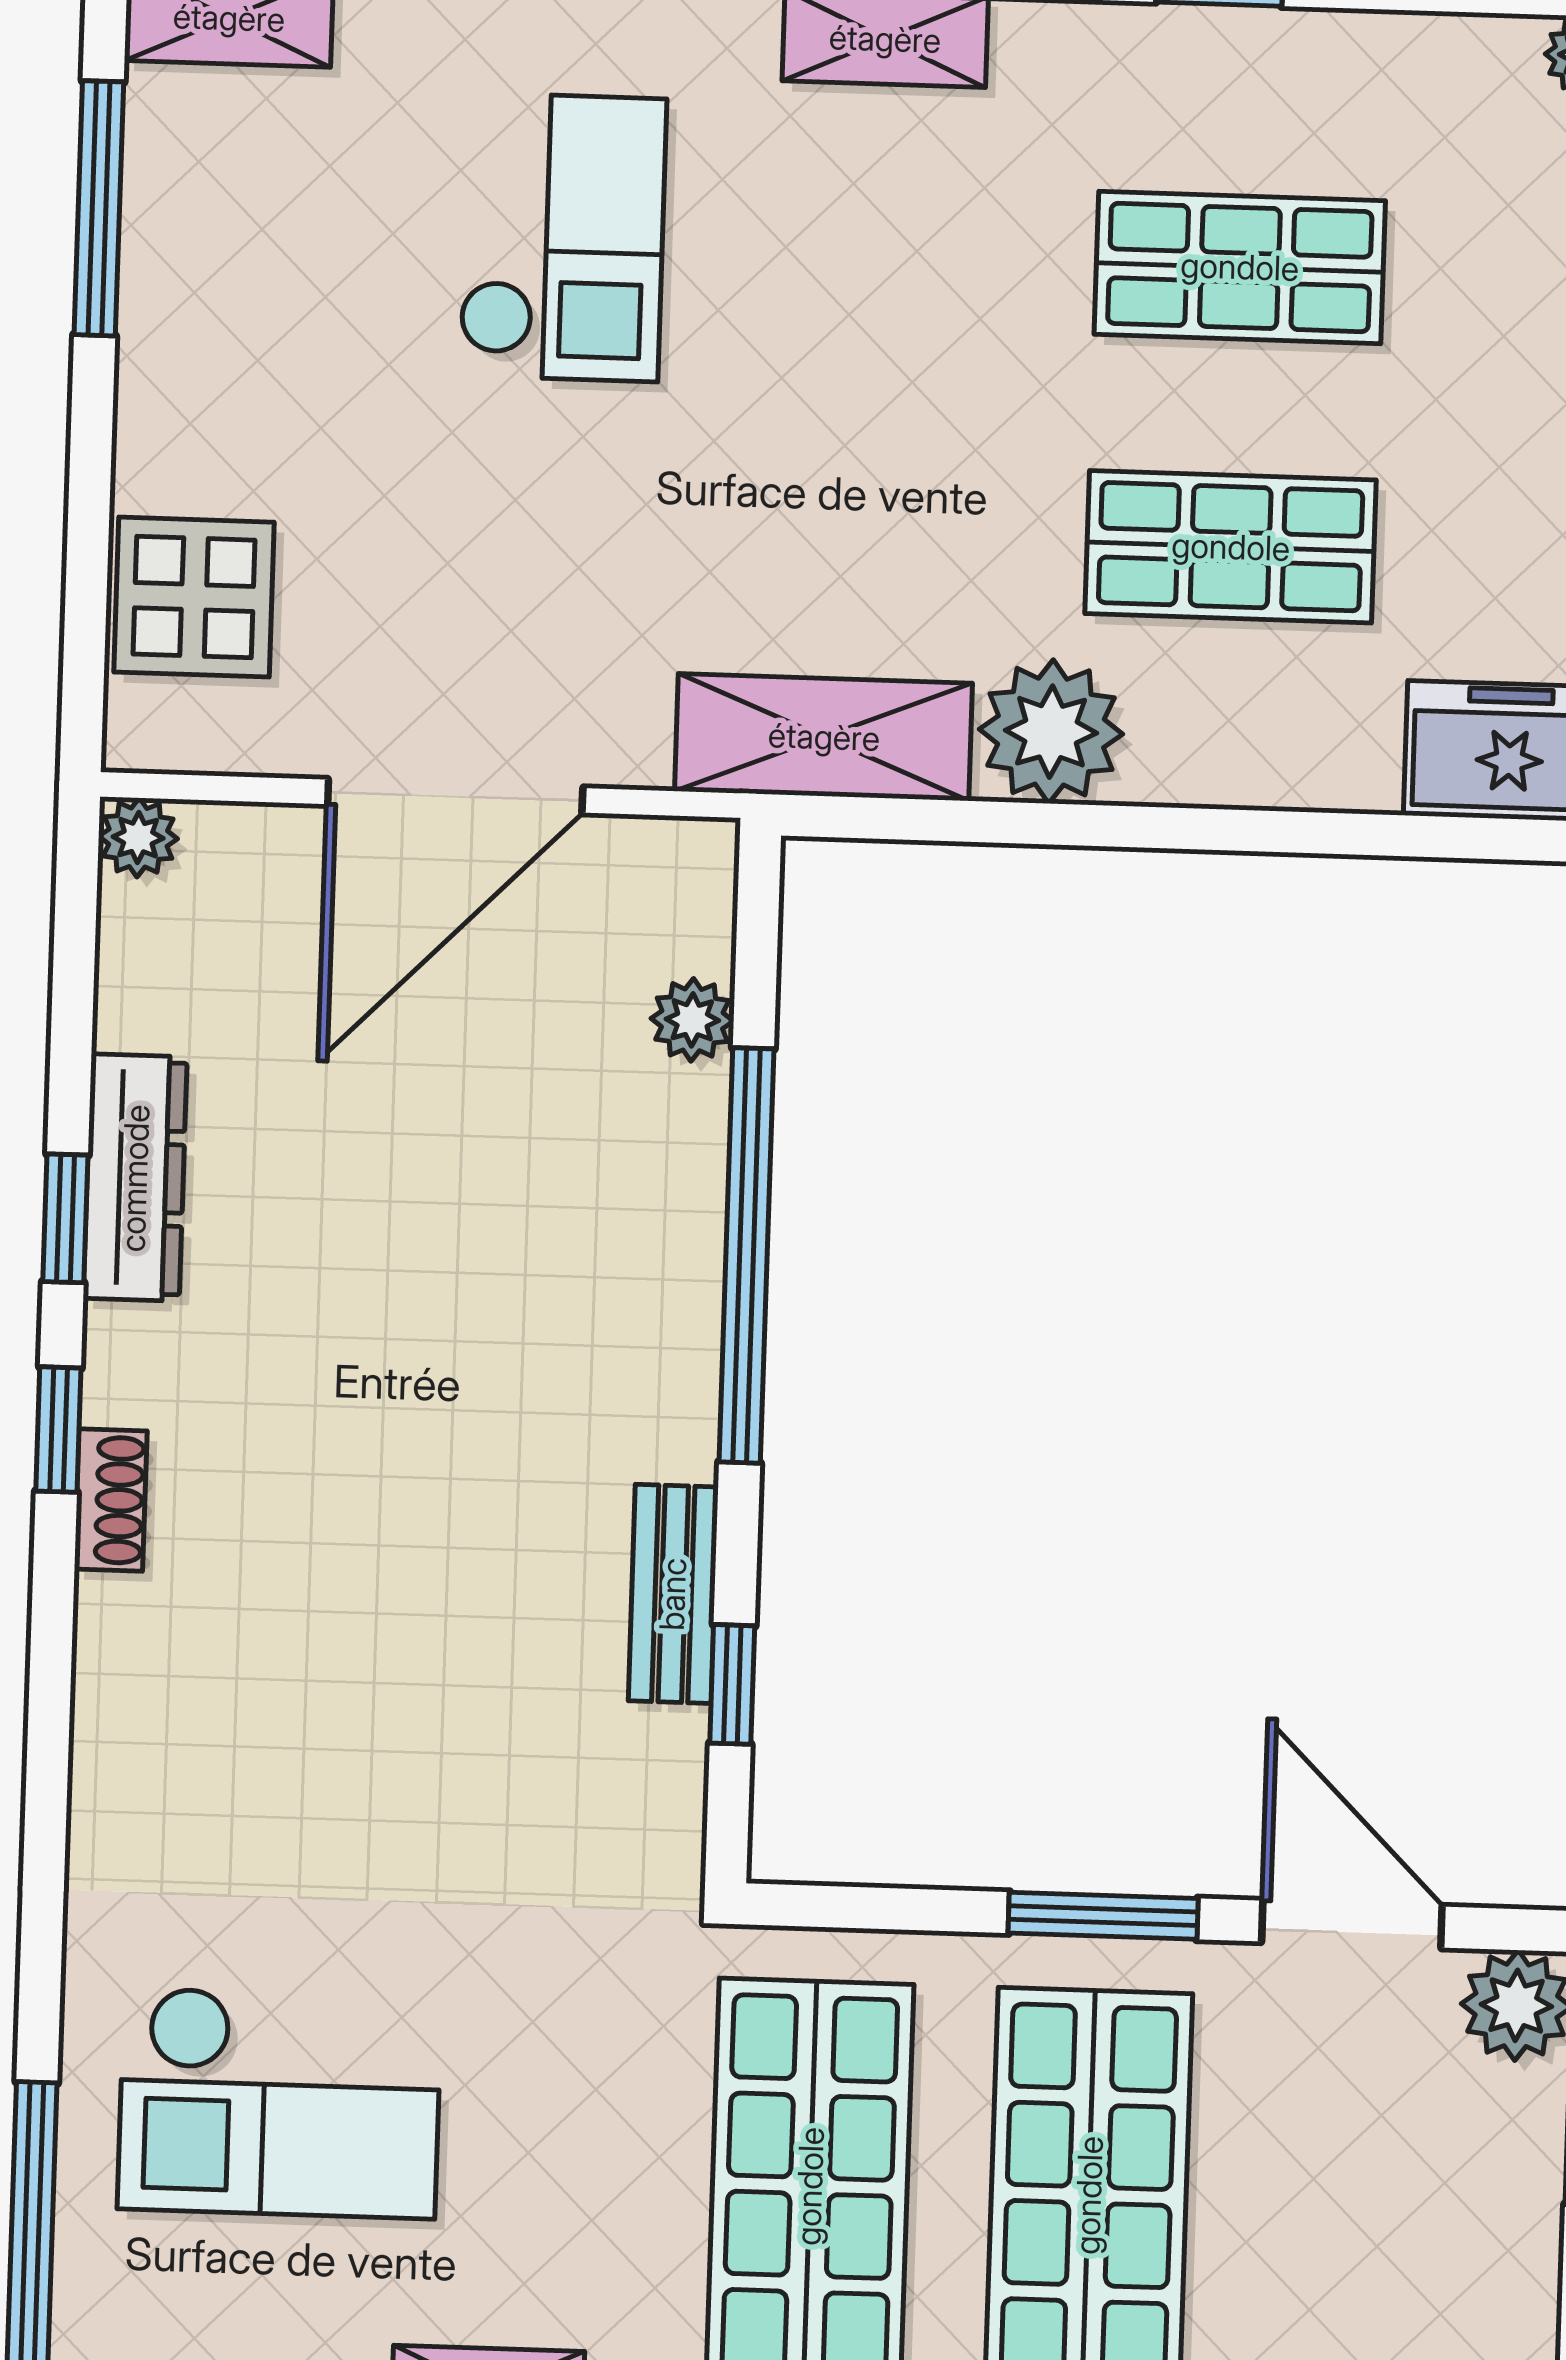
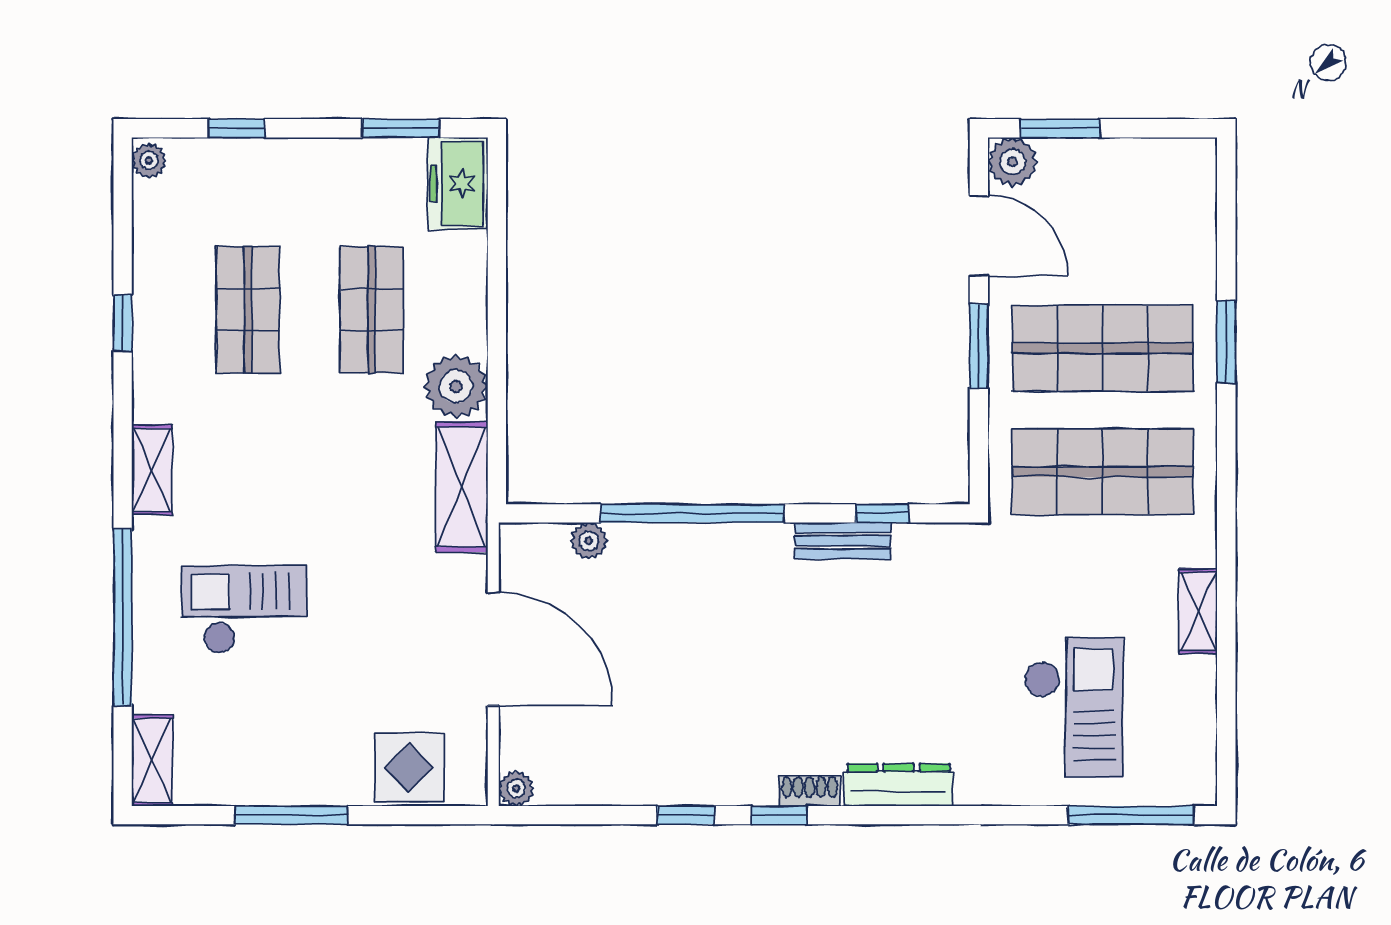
window: (99, 208) -> (291, 815), moved
dresser: (135, 1178) -> (898, 785), moved
door: (1352, 1924) -> (979, 236), swing flipped

